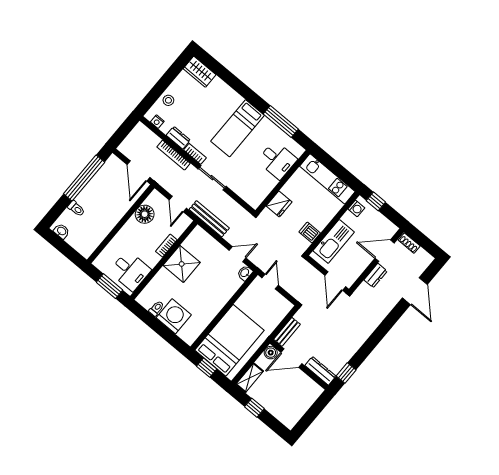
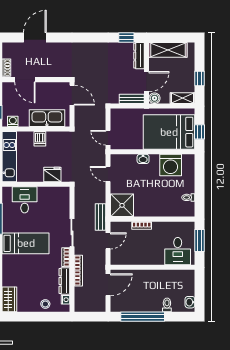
dresser: (178, 138) -> (64, 281), width x1.44
floor lamp: (145, 214) -> (133, 257), removed
bench: (209, 219) -> (101, 217), width x0.73
dishwasher: (310, 233) -> (40, 139), moved
shower: (182, 264) -> (122, 205), moved
desk: (130, 271) -> (178, 251), moved, turned 180
washbasin: (245, 273) -> (143, 159), moved
dresser: (375, 275) -> (46, 72), removed
door: (270, 281) -> (108, 138), hinge flipped
door: (335, 281) -> (72, 95), hinge flipped
washing machine: (174, 316) -> (171, 165), moved, turned -90
door: (291, 358) -> (147, 82), hinge flipped
shelving: (304, 401) -> (168, 50), added

